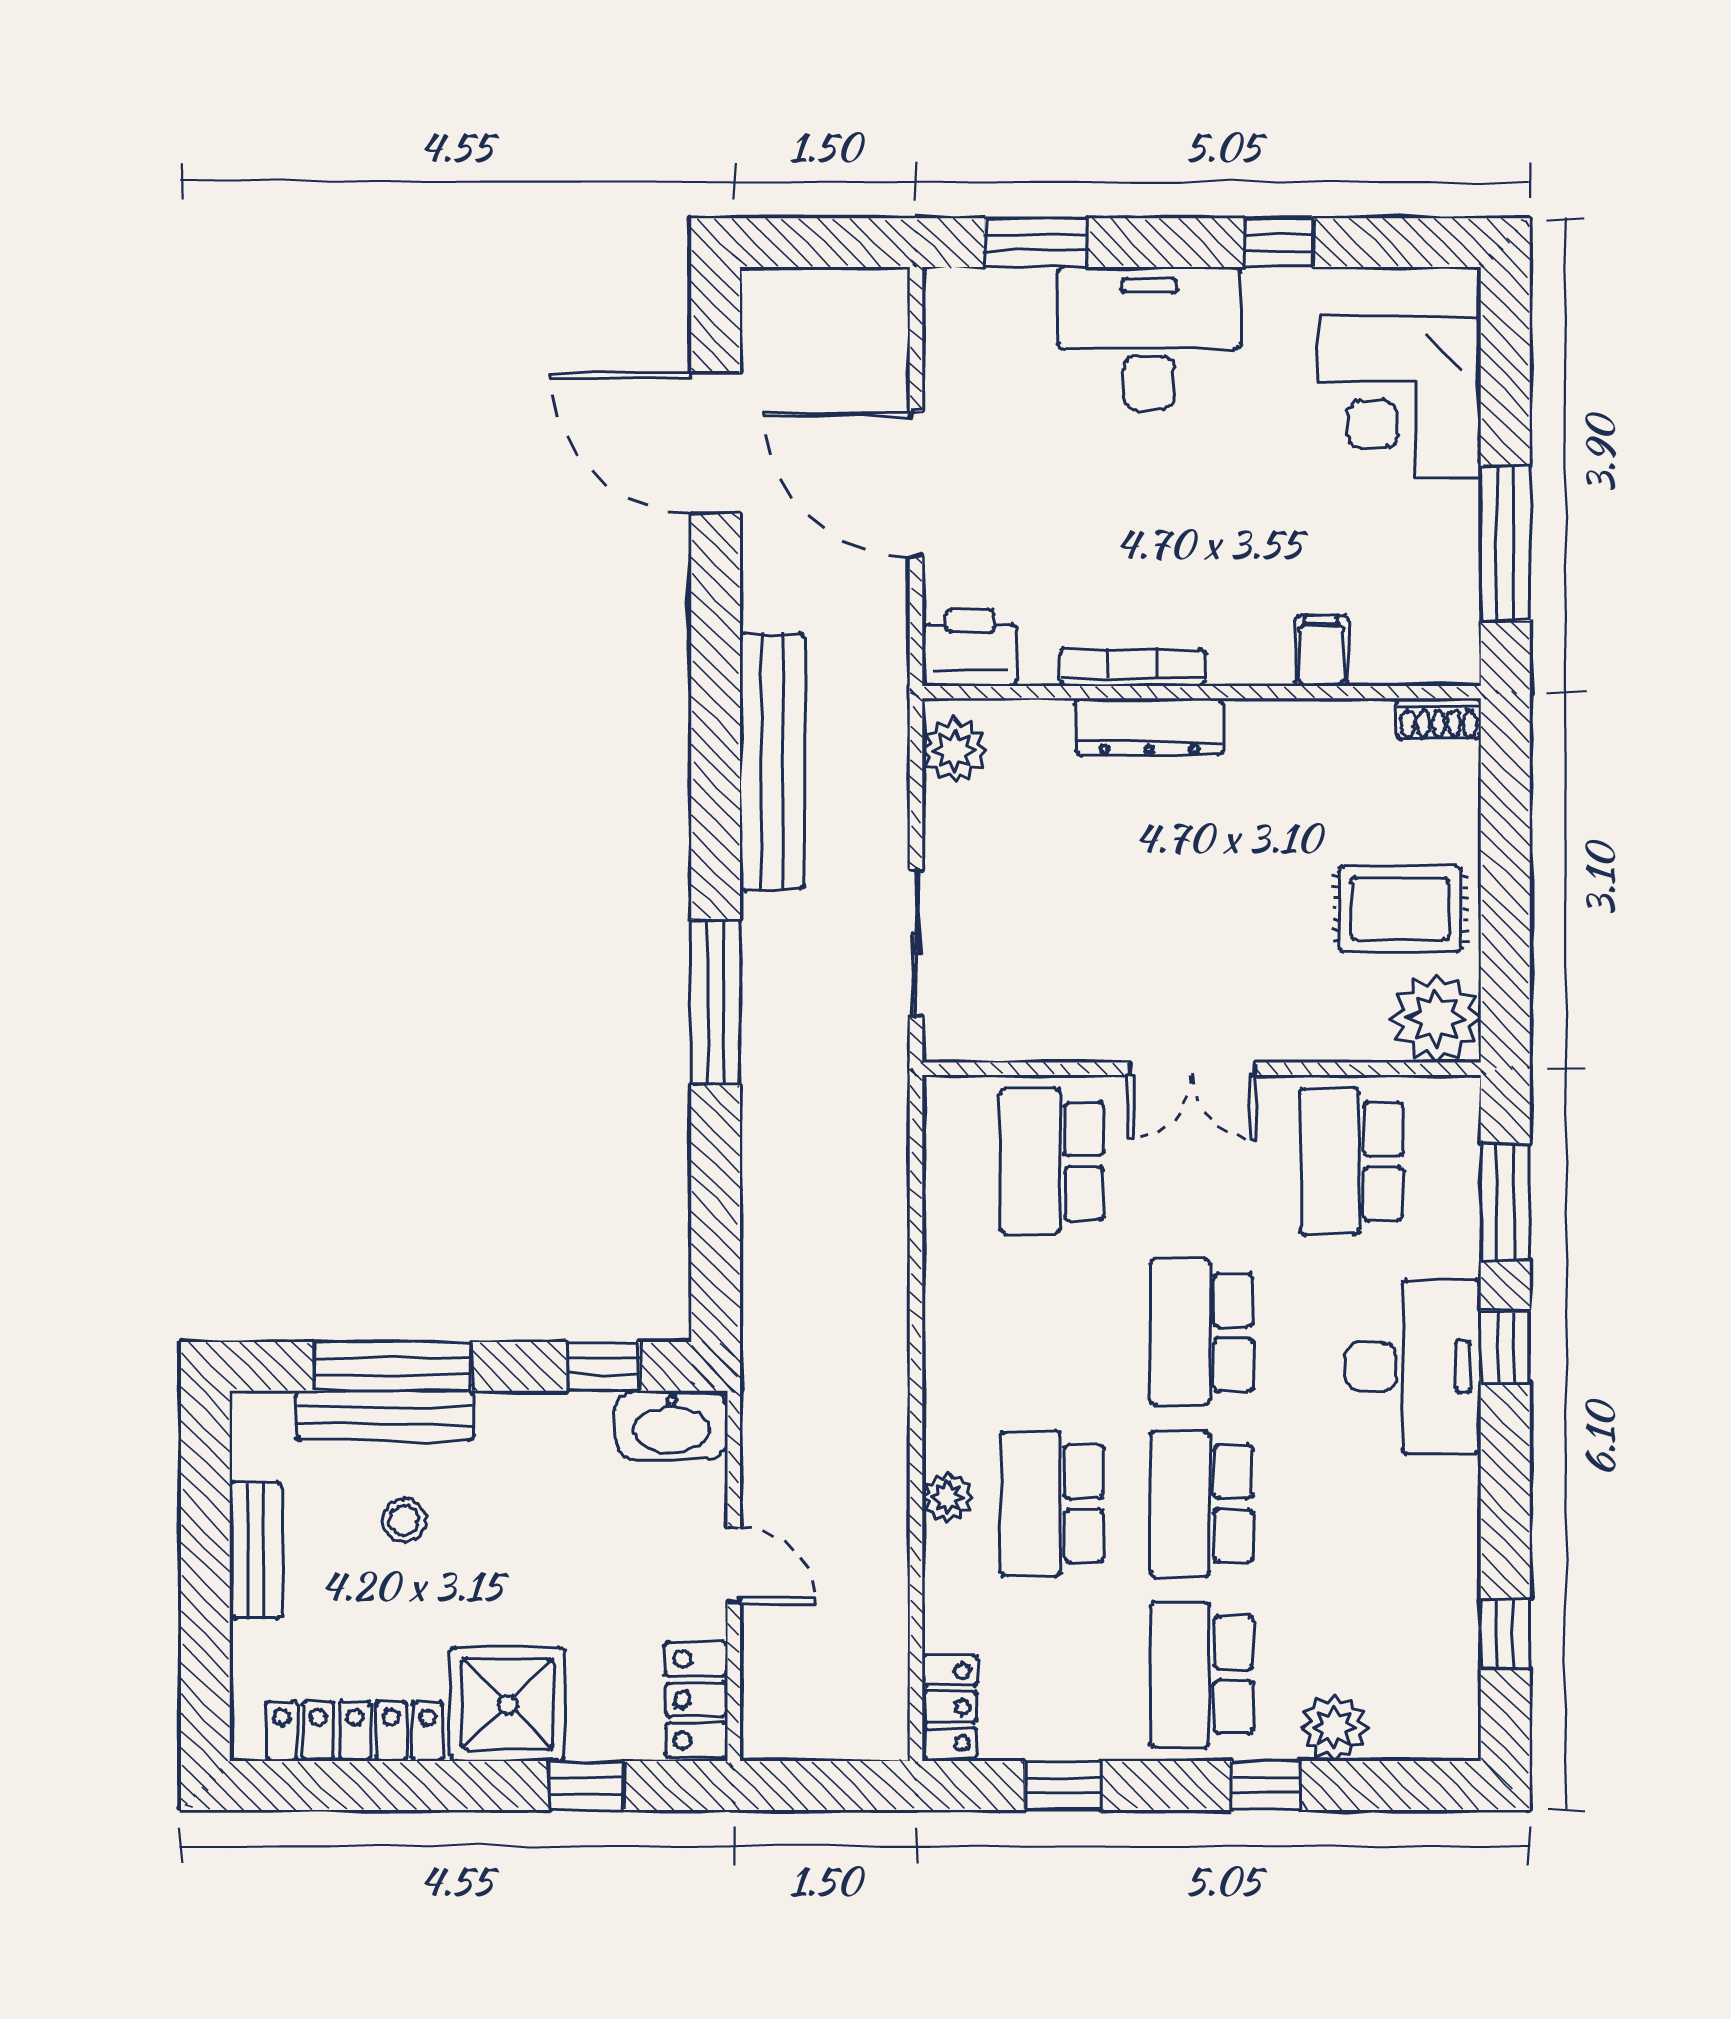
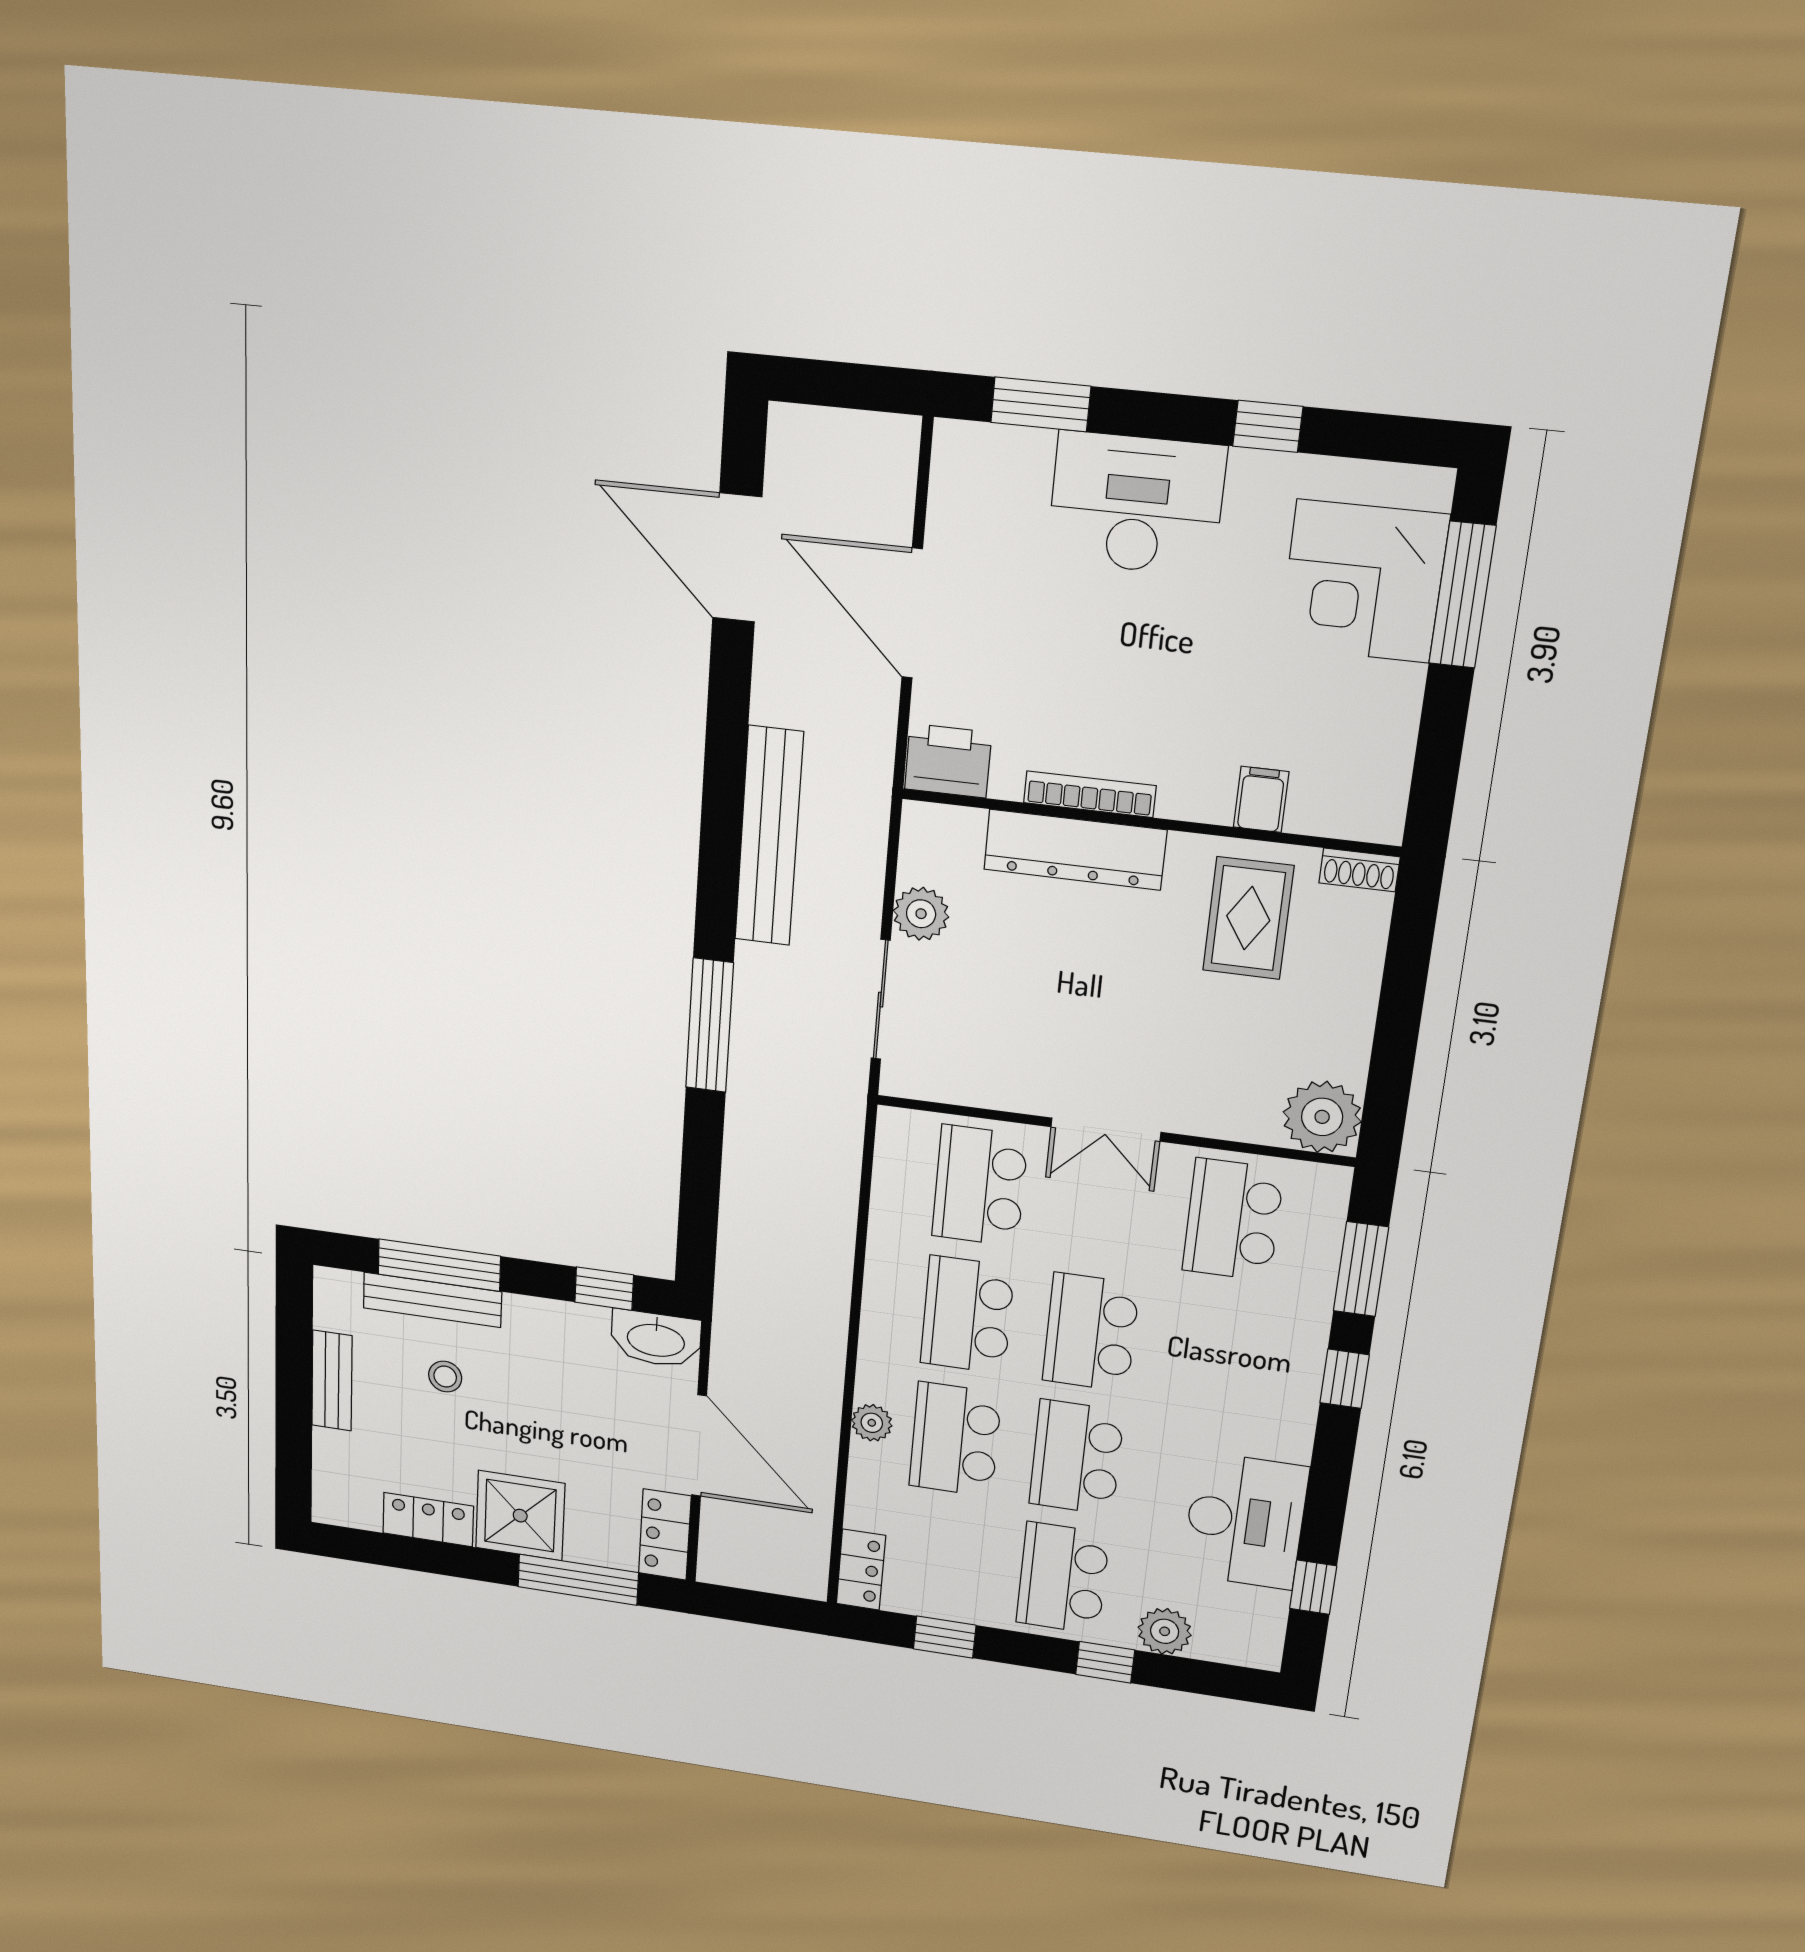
window: (1505, 543) -> (1462, 595), moved
dresser: (1149, 727) -> (1075, 850), width x1.37, depth x1.24
plant: (954, 750) -> (921, 914), moved
rug: (1400, 909) -> (1248, 918), moved, turned 90
school desk: (1052, 1332) -> (967, 1315), added
desk: (1413, 1367) -> (1245, 1521), moved
door: (734, 1565) -> (699, 1446), width x1.88
locker: (355, 1731) -> (428, 1520), width x0.66
window: (587, 1785) -> (578, 1580), width x2.17

